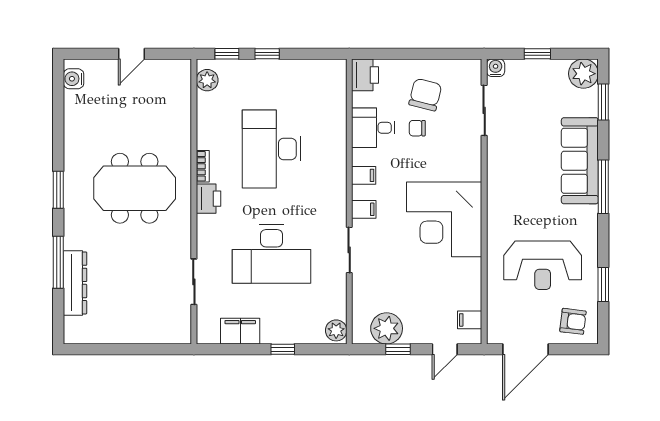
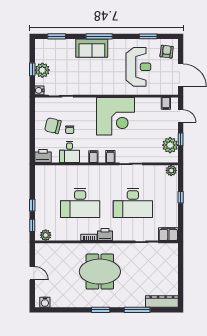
plant: (583, 74) -> (42, 70), moved
sofa: (580, 161) -> (92, 48), width x0.73
meeting table: (135, 188) -> (100, 272), turned 90
desk: (272, 254) -> (133, 203), turned 90
dresser: (75, 283) -> (162, 301), moved
filing cabinet: (240, 331) -> (168, 234), moved, turned 90

